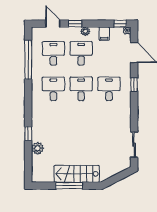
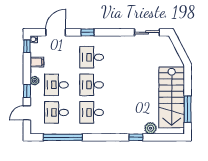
stairs: (77, 174) -> (172, 97), width x1.36, depth x1.51
window: (69, 186) -> (188, 109), moved

